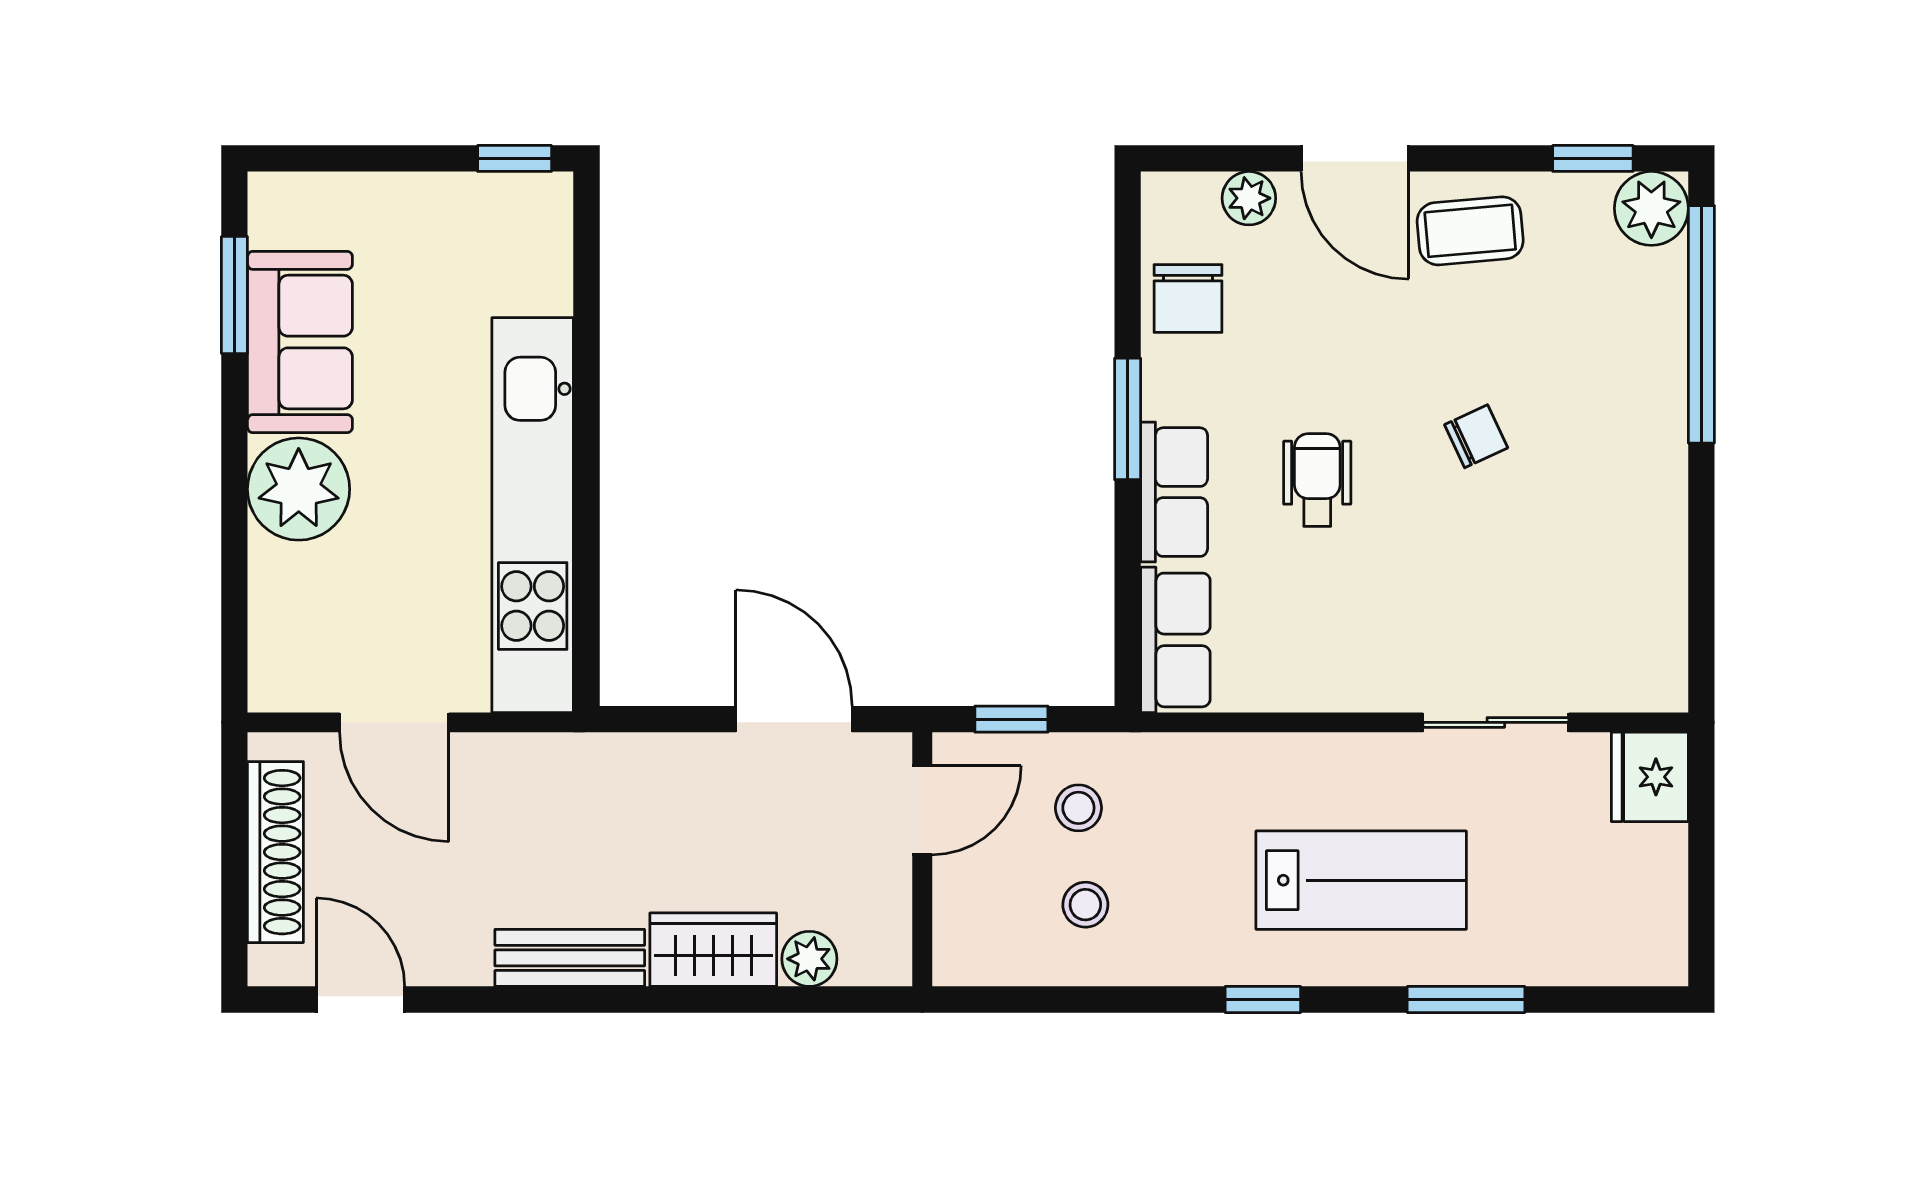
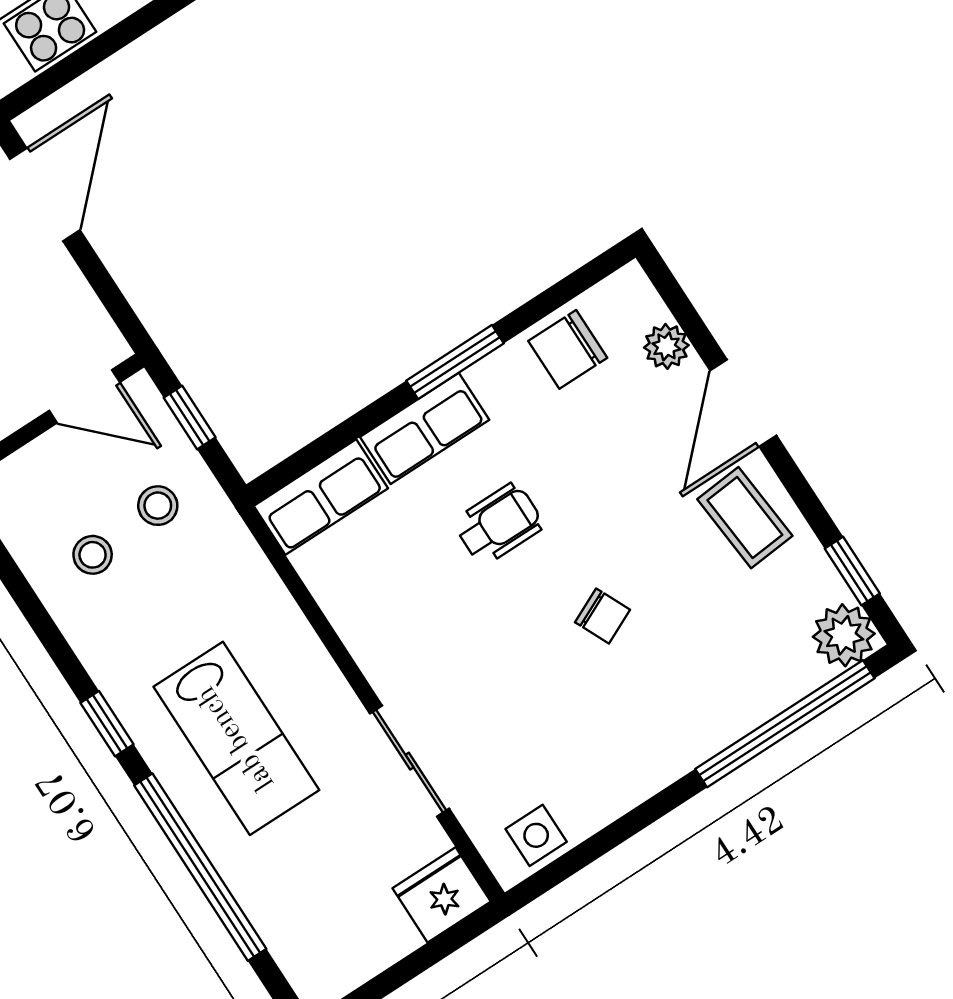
side table: (1652, 644) -> (536, 835), added
door: (794, 719) -> (45, 195), moved
window: (1466, 999) -> (200, 867), width x2.11

